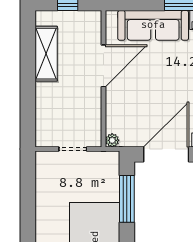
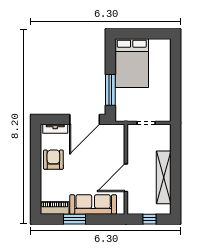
shelving: (46, 54) -> (164, 177), width x1.47
plant: (112, 140) -> (120, 129), removed

